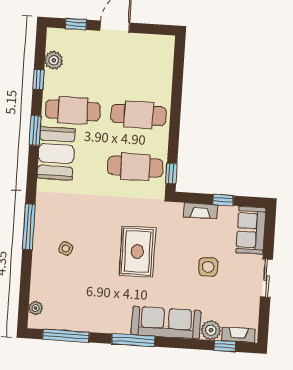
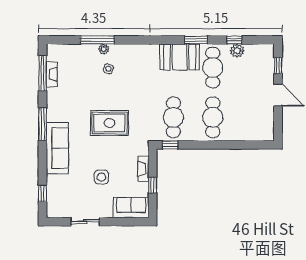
plant: (54, 60) -> (237, 51), moved
window: (29, 227) -> (97, 40), moved
sliding door: (266, 278) -> (85, 222), moved
plant: (36, 308) -> (104, 49), moved
plant: (211, 330) -> (54, 182), removed
fireplace: (238, 335) -> (52, 74), moved

